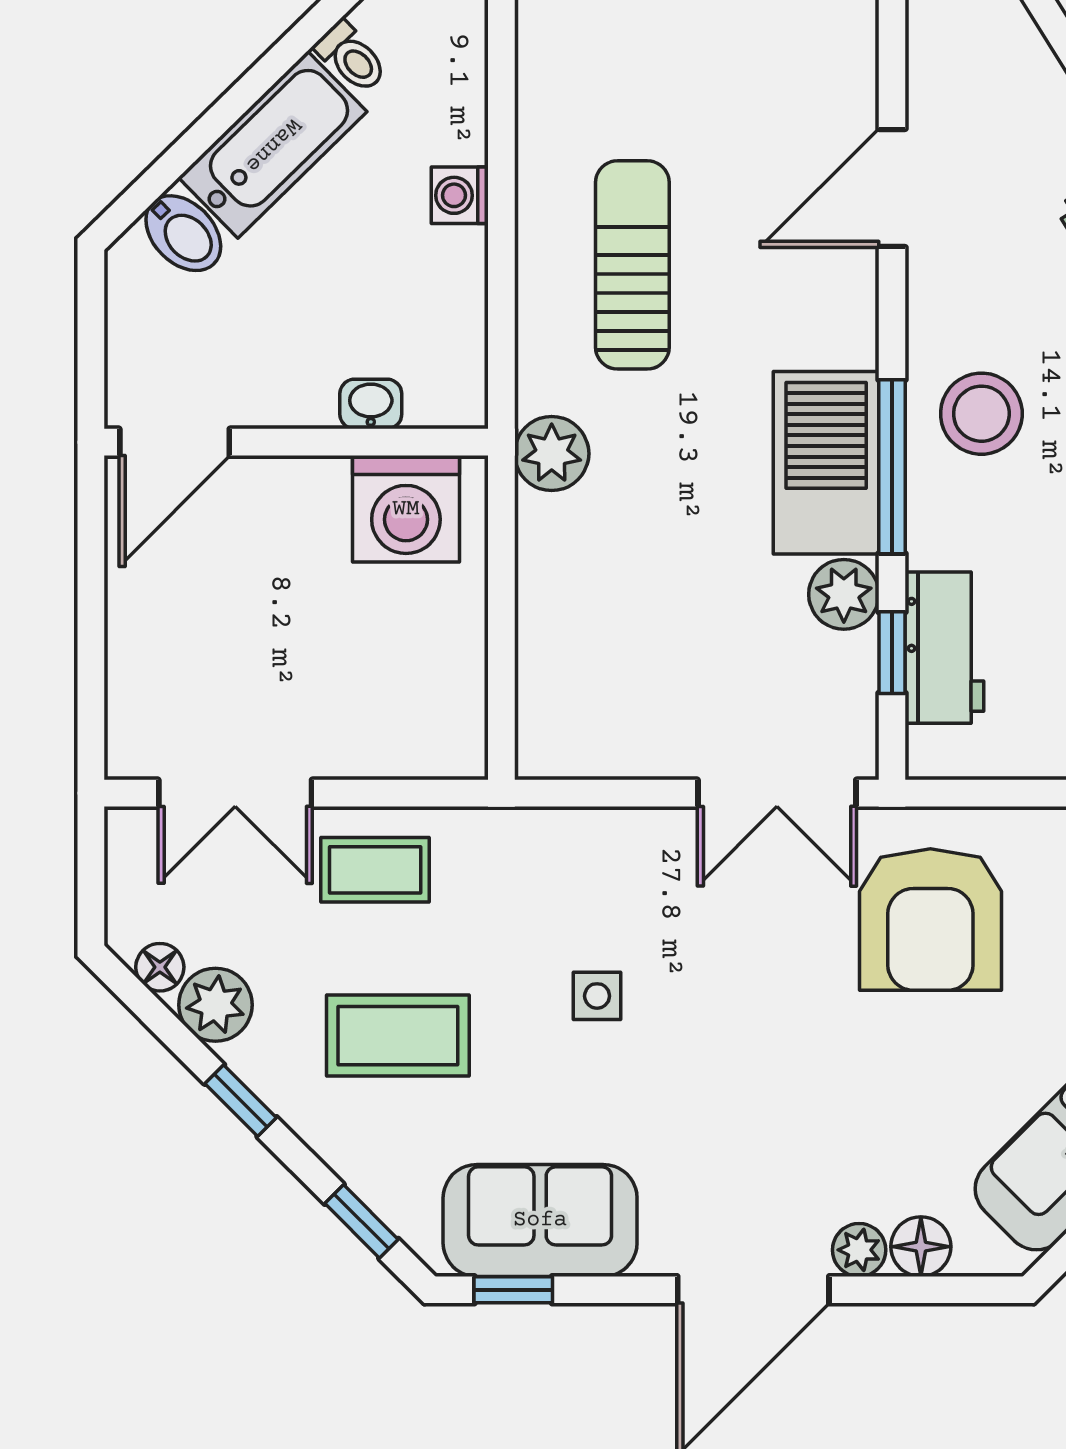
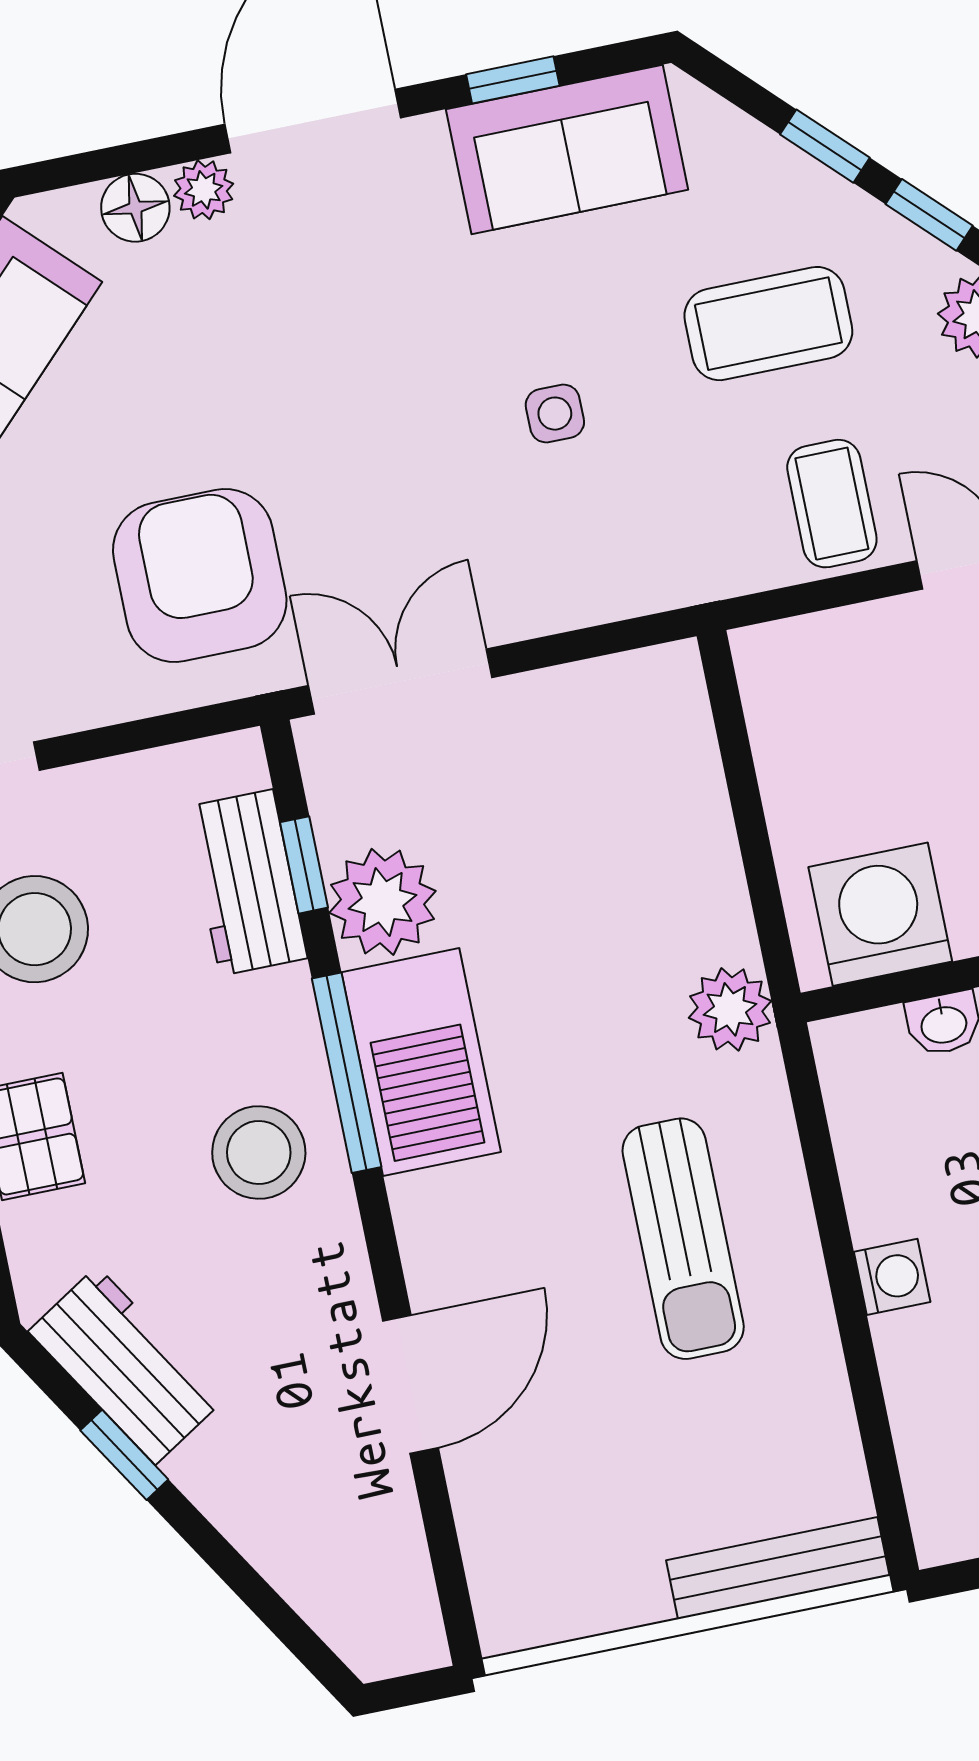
plant: (844, 594) -> (383, 902), width x1.36, depth x1.36
coffee table: (375, 870) -> (832, 504), turned 90
window: (361, 1221) -> (825, 146), moved
window: (513, 1290) -> (513, 80), moved

